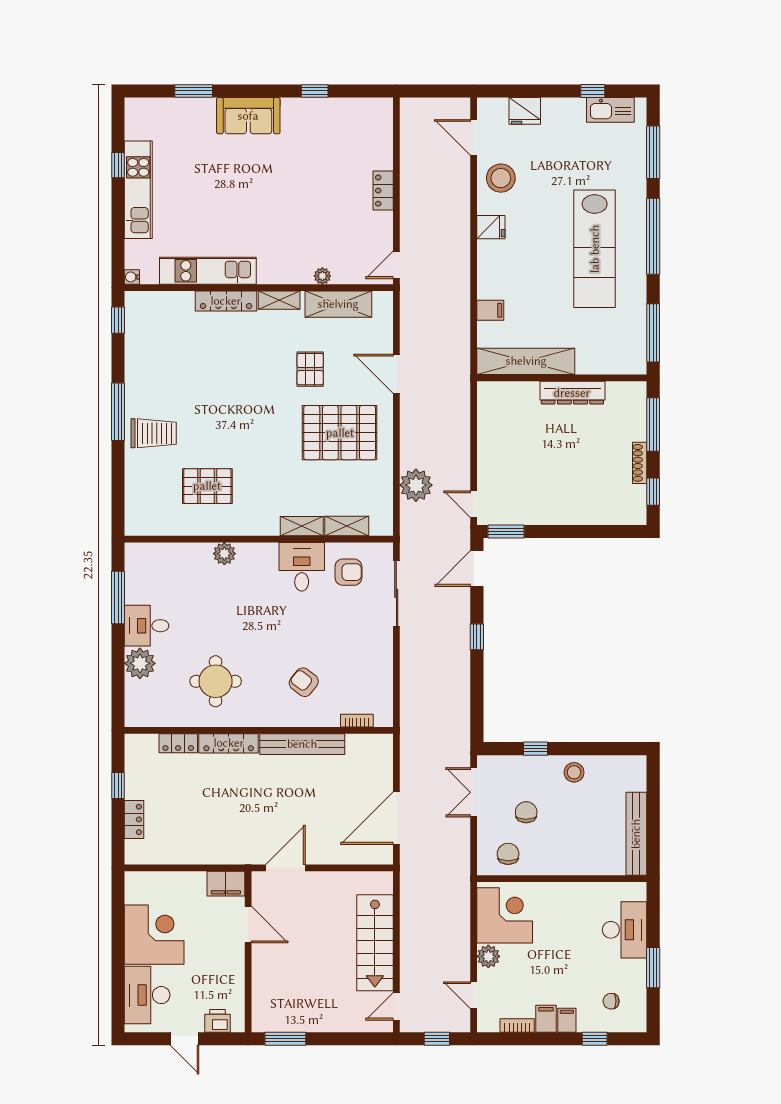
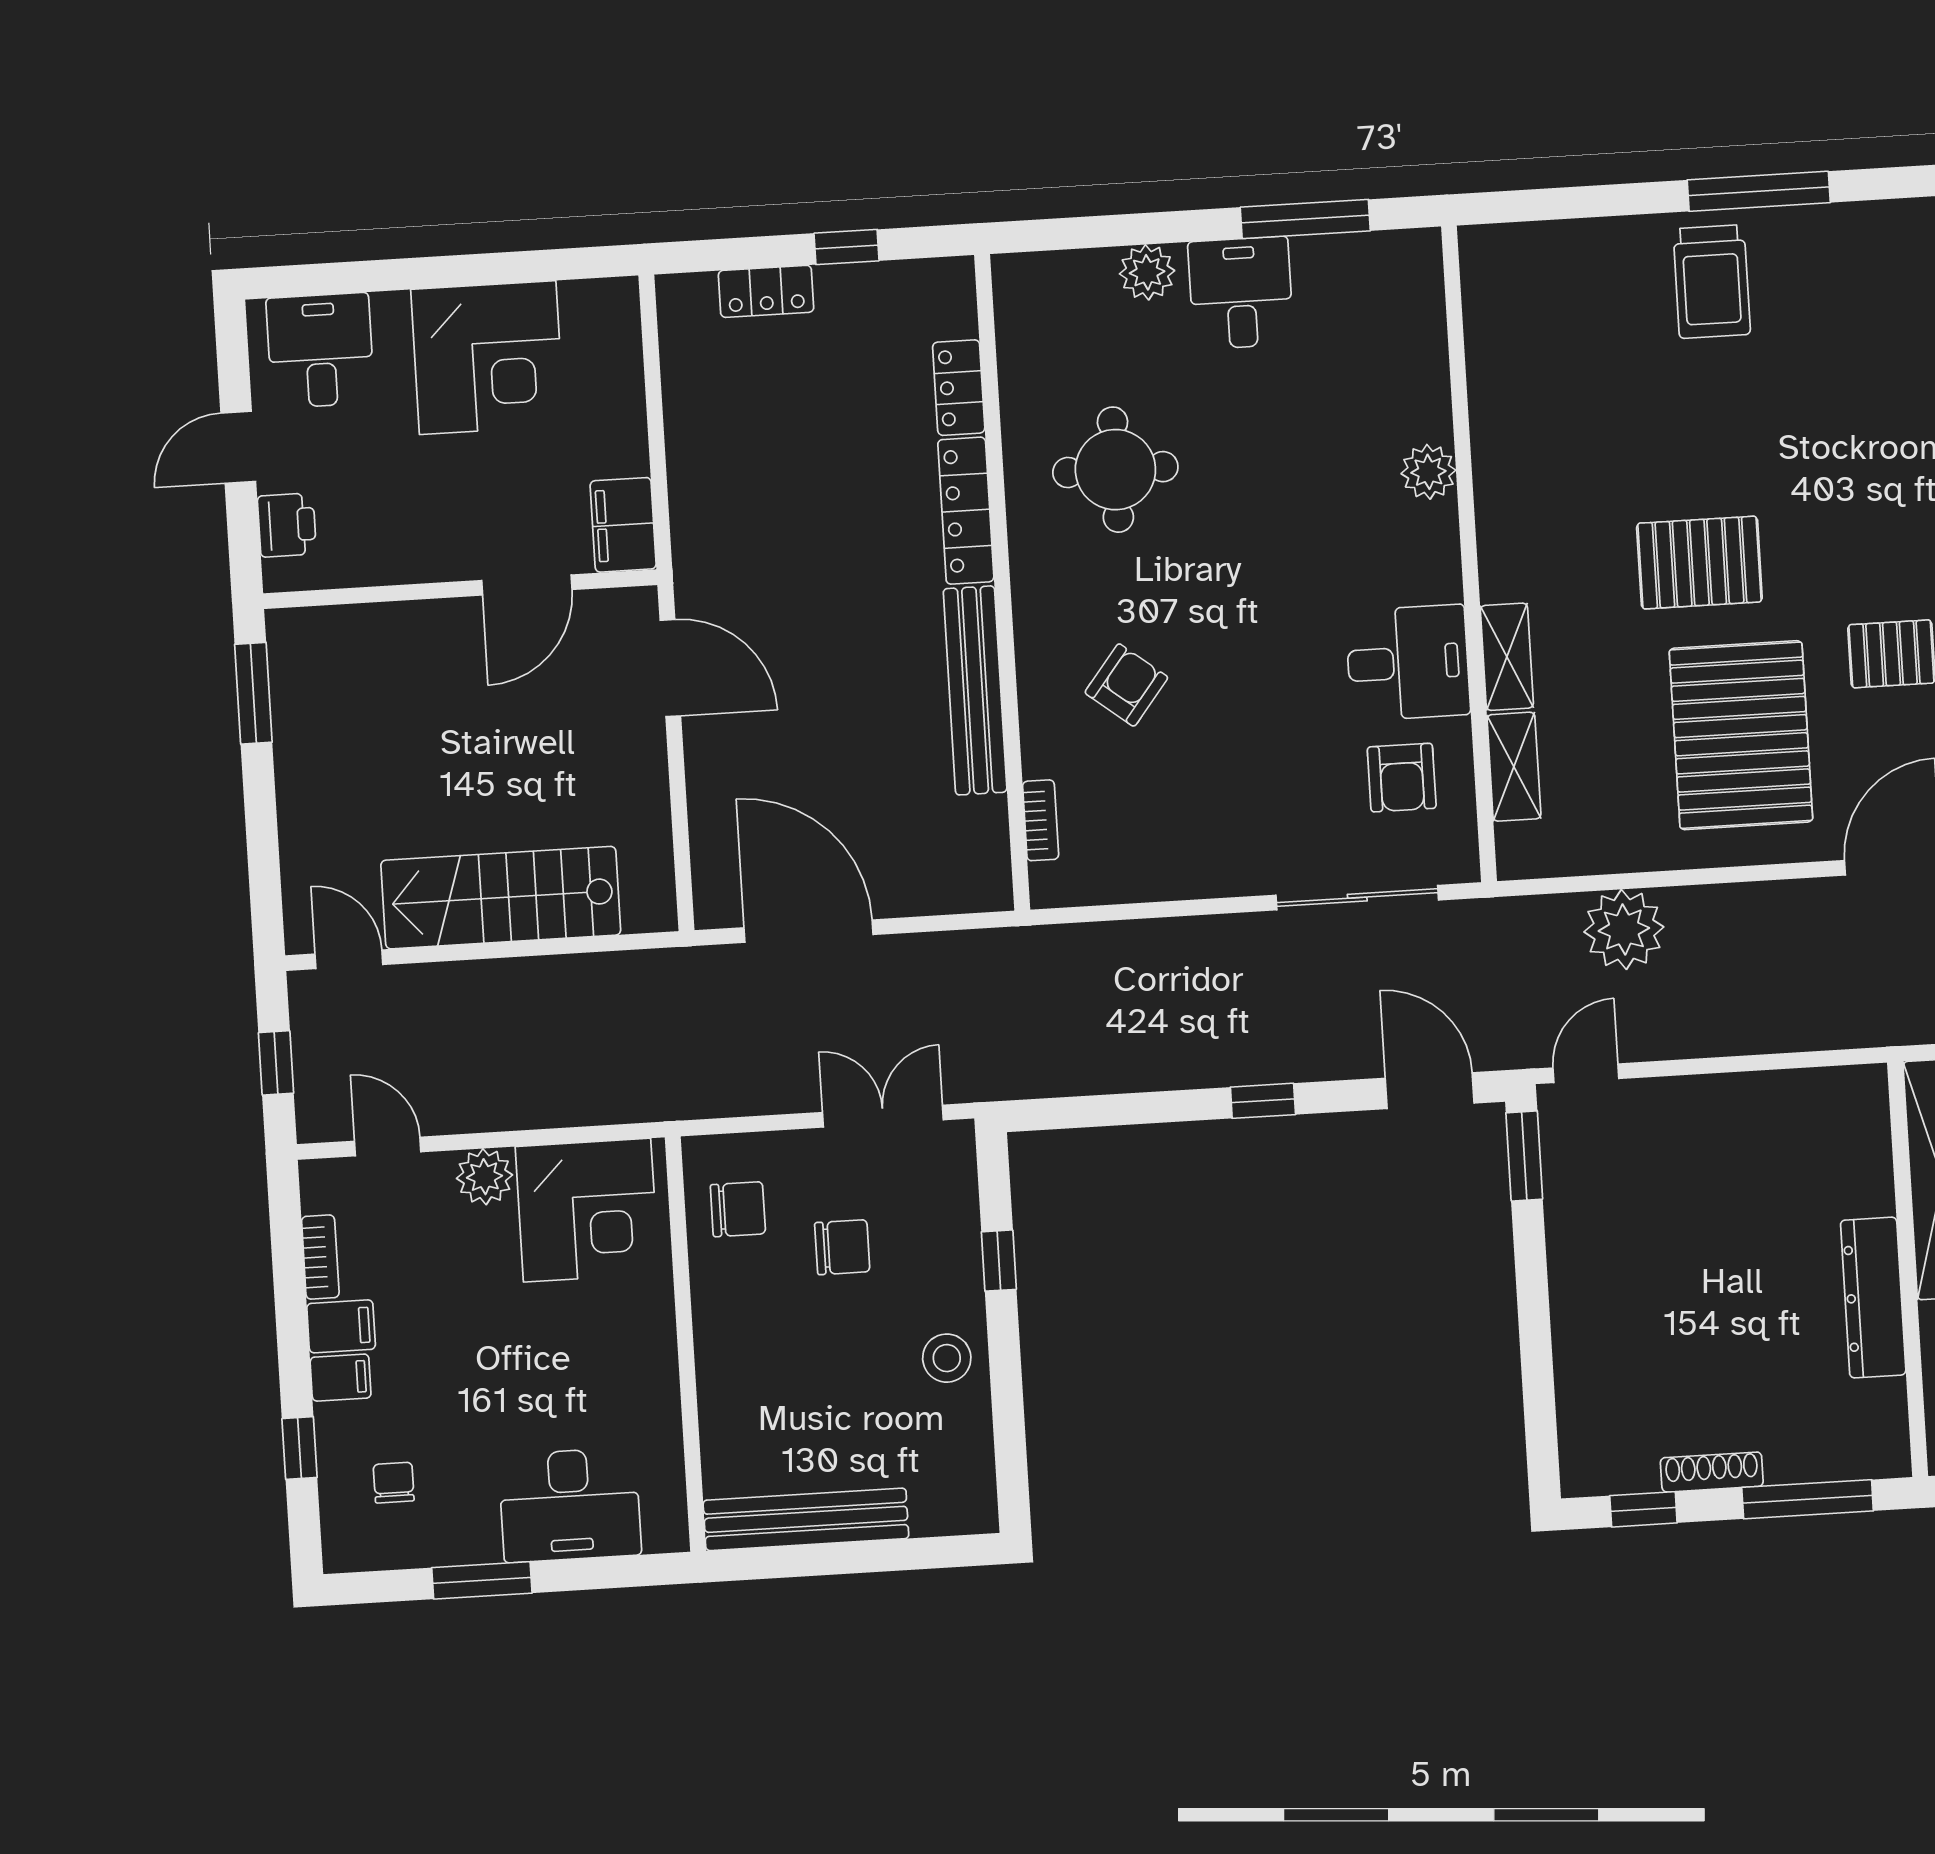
pallet: (207, 486) -> (1699, 563), moved, turned 90
plant: (140, 663) -> (1147, 272), width x0.73, depth x0.73
desk: (147, 995) -> (320, 351), width x0.73
door: (474, 995) -> (388, 1146), hinge flipped

